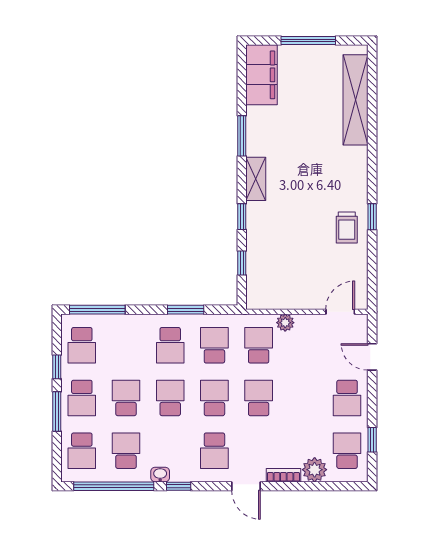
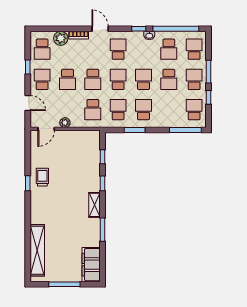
plant: (285, 323) -> (65, 123), moved
school desk: (214, 345) -> (118, 110), turned 180
school desk: (170, 398) -> (143, 79), turned 180
school desk: (214, 398) -> (118, 79), turned 180
school desk: (303, 398) -> (67, 79), added
window: (372, 440) -> (28, 67), moved

